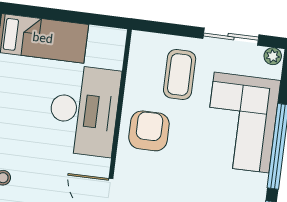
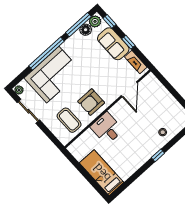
coffee table: (180, 75) -> (69, 120), moved, turned 90
desk: (84, 110) -> (107, 128), width x0.53, depth x0.77

